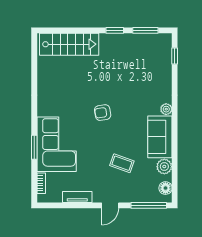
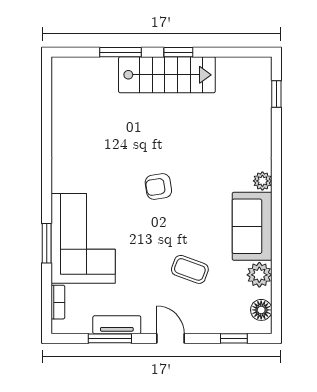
window: (145, 30) -> (121, 52), moved
stairs: (69, 44) -> (167, 75), moved
window: (73, 205) -> (110, 338), added
door: (110, 205) -> (171, 338), swing flipped
window: (149, 205) -> (234, 338), width x0.46

